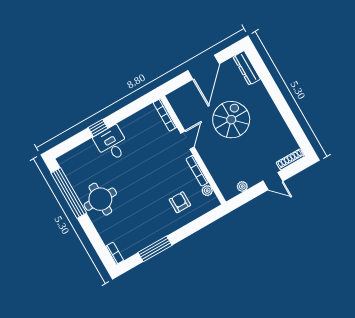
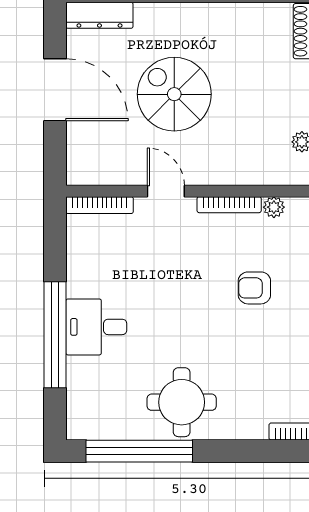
window: (98, 128) -> (55, 335), width x3.17
armchair: (180, 202) -> (254, 288), moved

